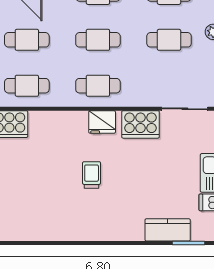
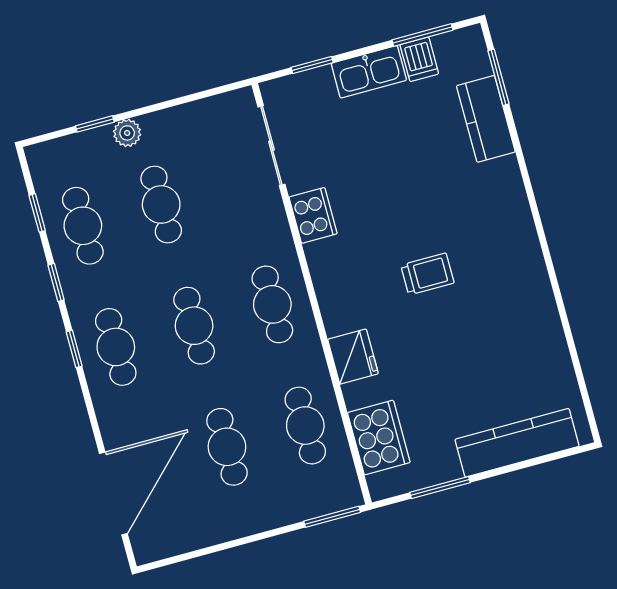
fridge: (102, 122) -> (353, 357), moved
cooker: (140, 124) -> (313, 215), width x0.73, depth x0.76
trolley: (92, 175) -> (427, 274), turned 180

